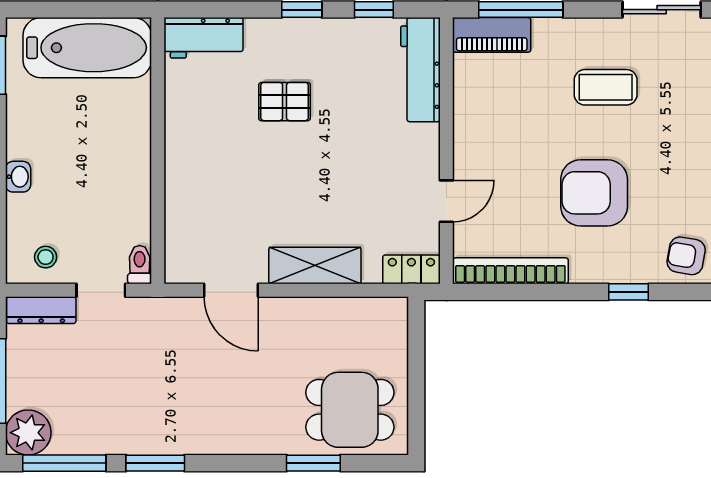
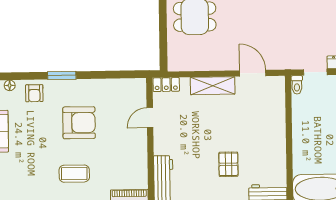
pallet: (285, 102) -> (228, 164), turned 90
armchair: (686, 256) -> (34, 93), turned 80
bookcase: (510, 271) -> (119, 85), removed
window: (628, 292) -> (62, 75), width x1.50

